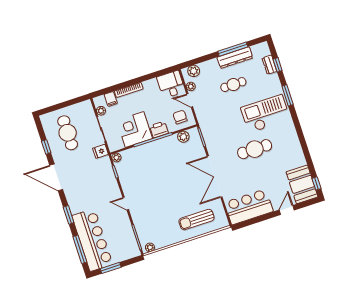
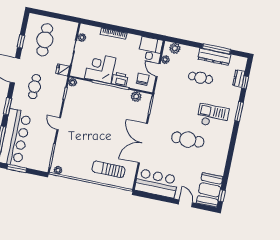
filing cabinet: (111, 99) -> (95, 33), removed
checkout: (265, 114) -> (213, 116), width x0.73, depth x0.83
cafe table: (83, 182) -> (35, 87), added
door: (287, 210) -> (185, 203), hinge flipped

